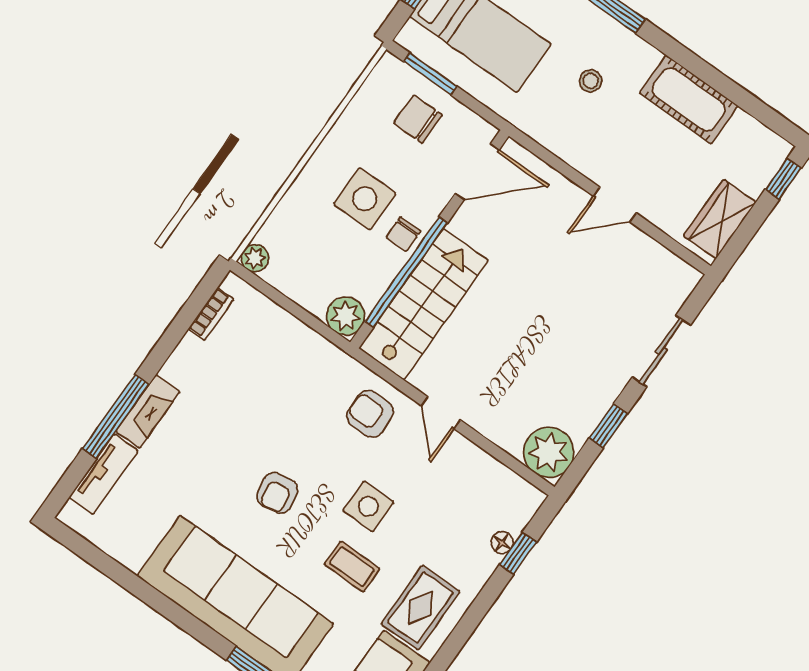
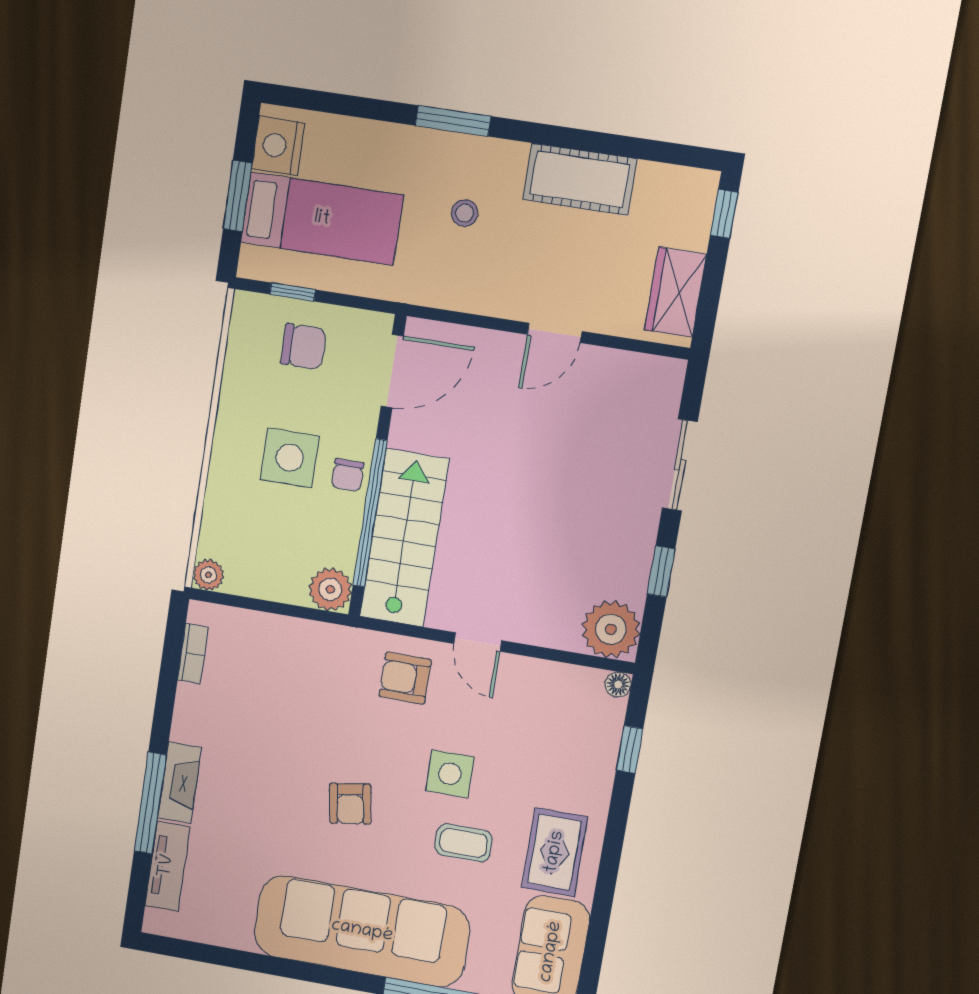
window: (430, 74) -> (293, 292), width x0.67
chair: (418, 119) -> (303, 347), turned 180
floor lamp: (502, 543) -> (618, 685), moved

